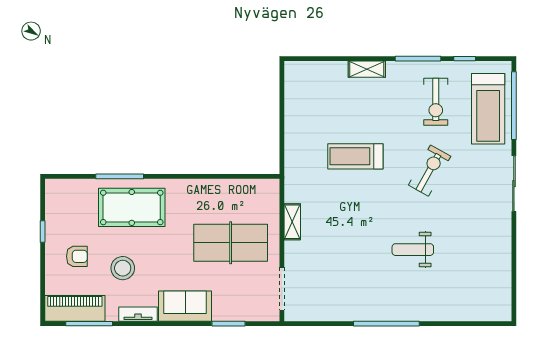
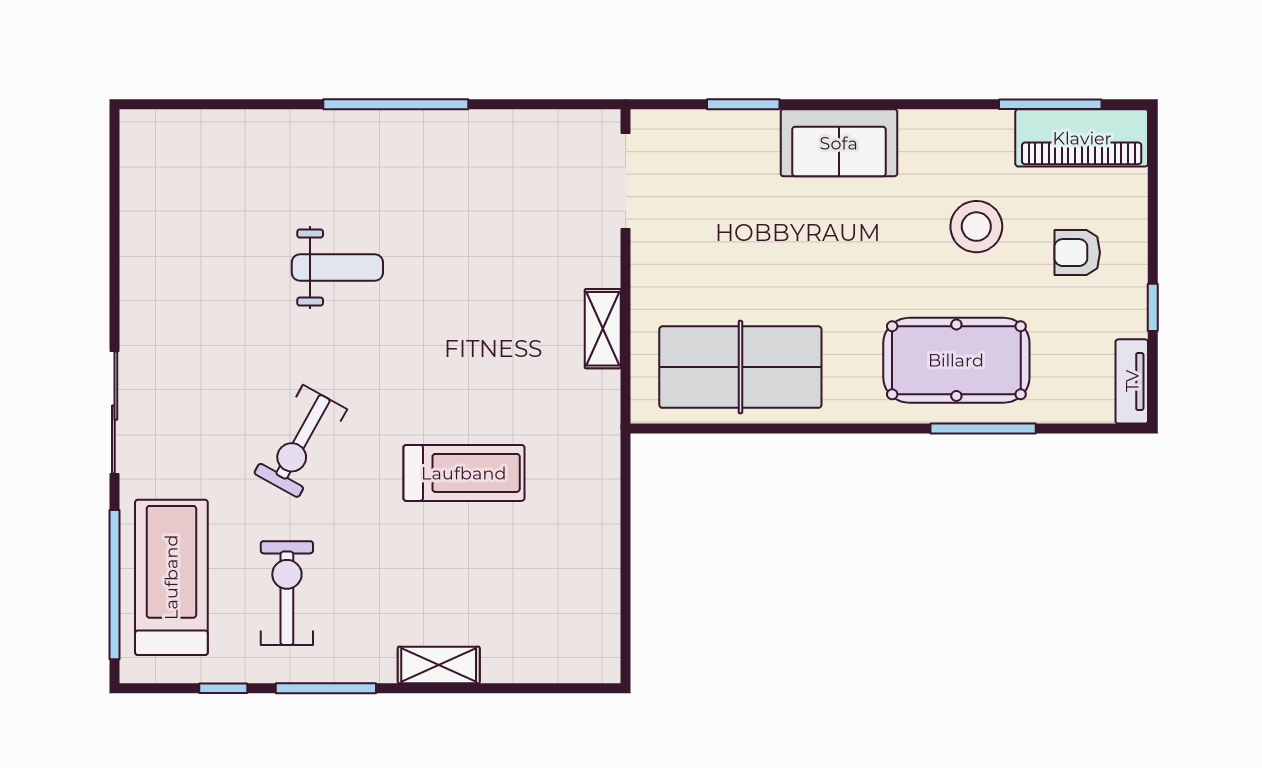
table tennis table: (231, 243) -> (740, 367), moved
tv unit: (138, 314) -> (1132, 381), moved, turned 90

